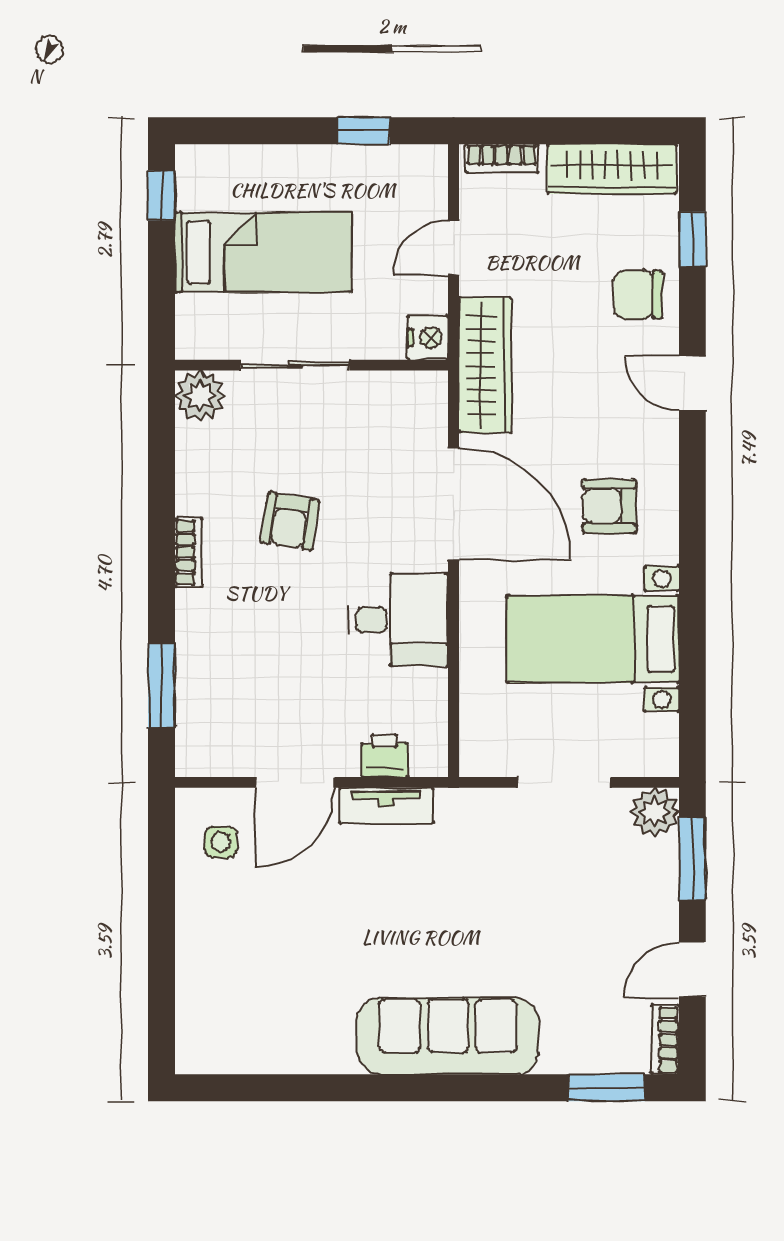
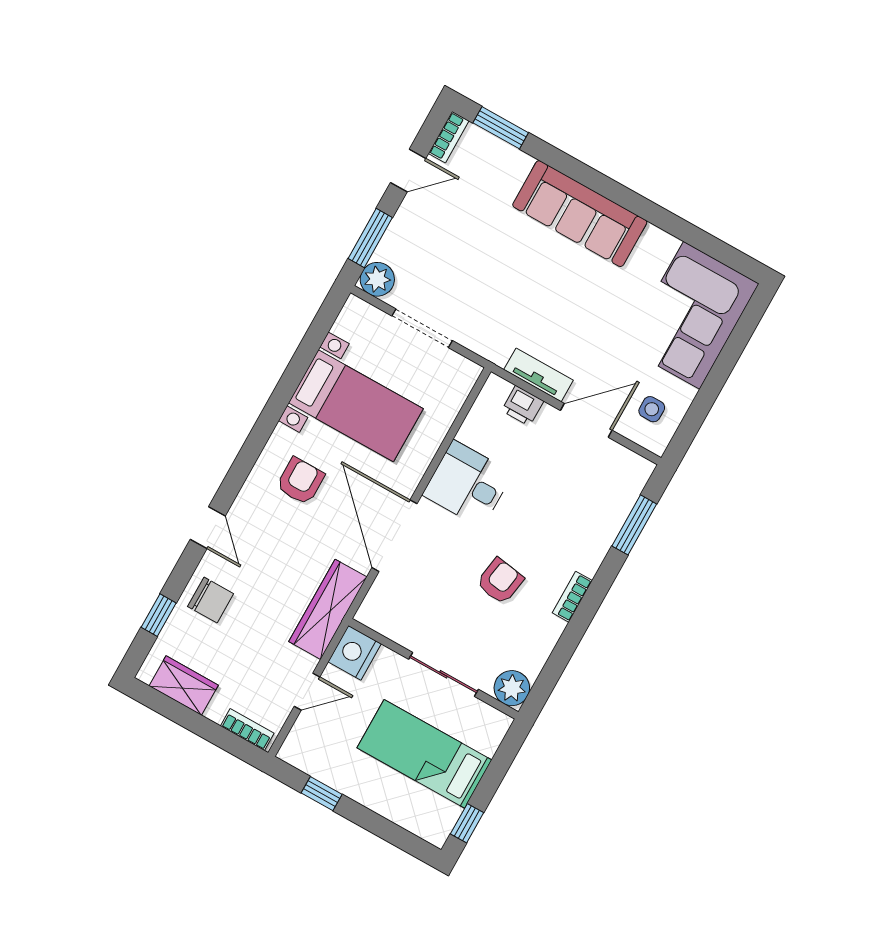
wardrobe: (612, 169) -> (184, 686), width x0.67
nightstand: (428, 338) -> (355, 653), width x1.36, depth x1.33
armchair: (609, 506) -> (300, 481), turned -90
corner sofa: (237, 987) -> (692, 315), added

